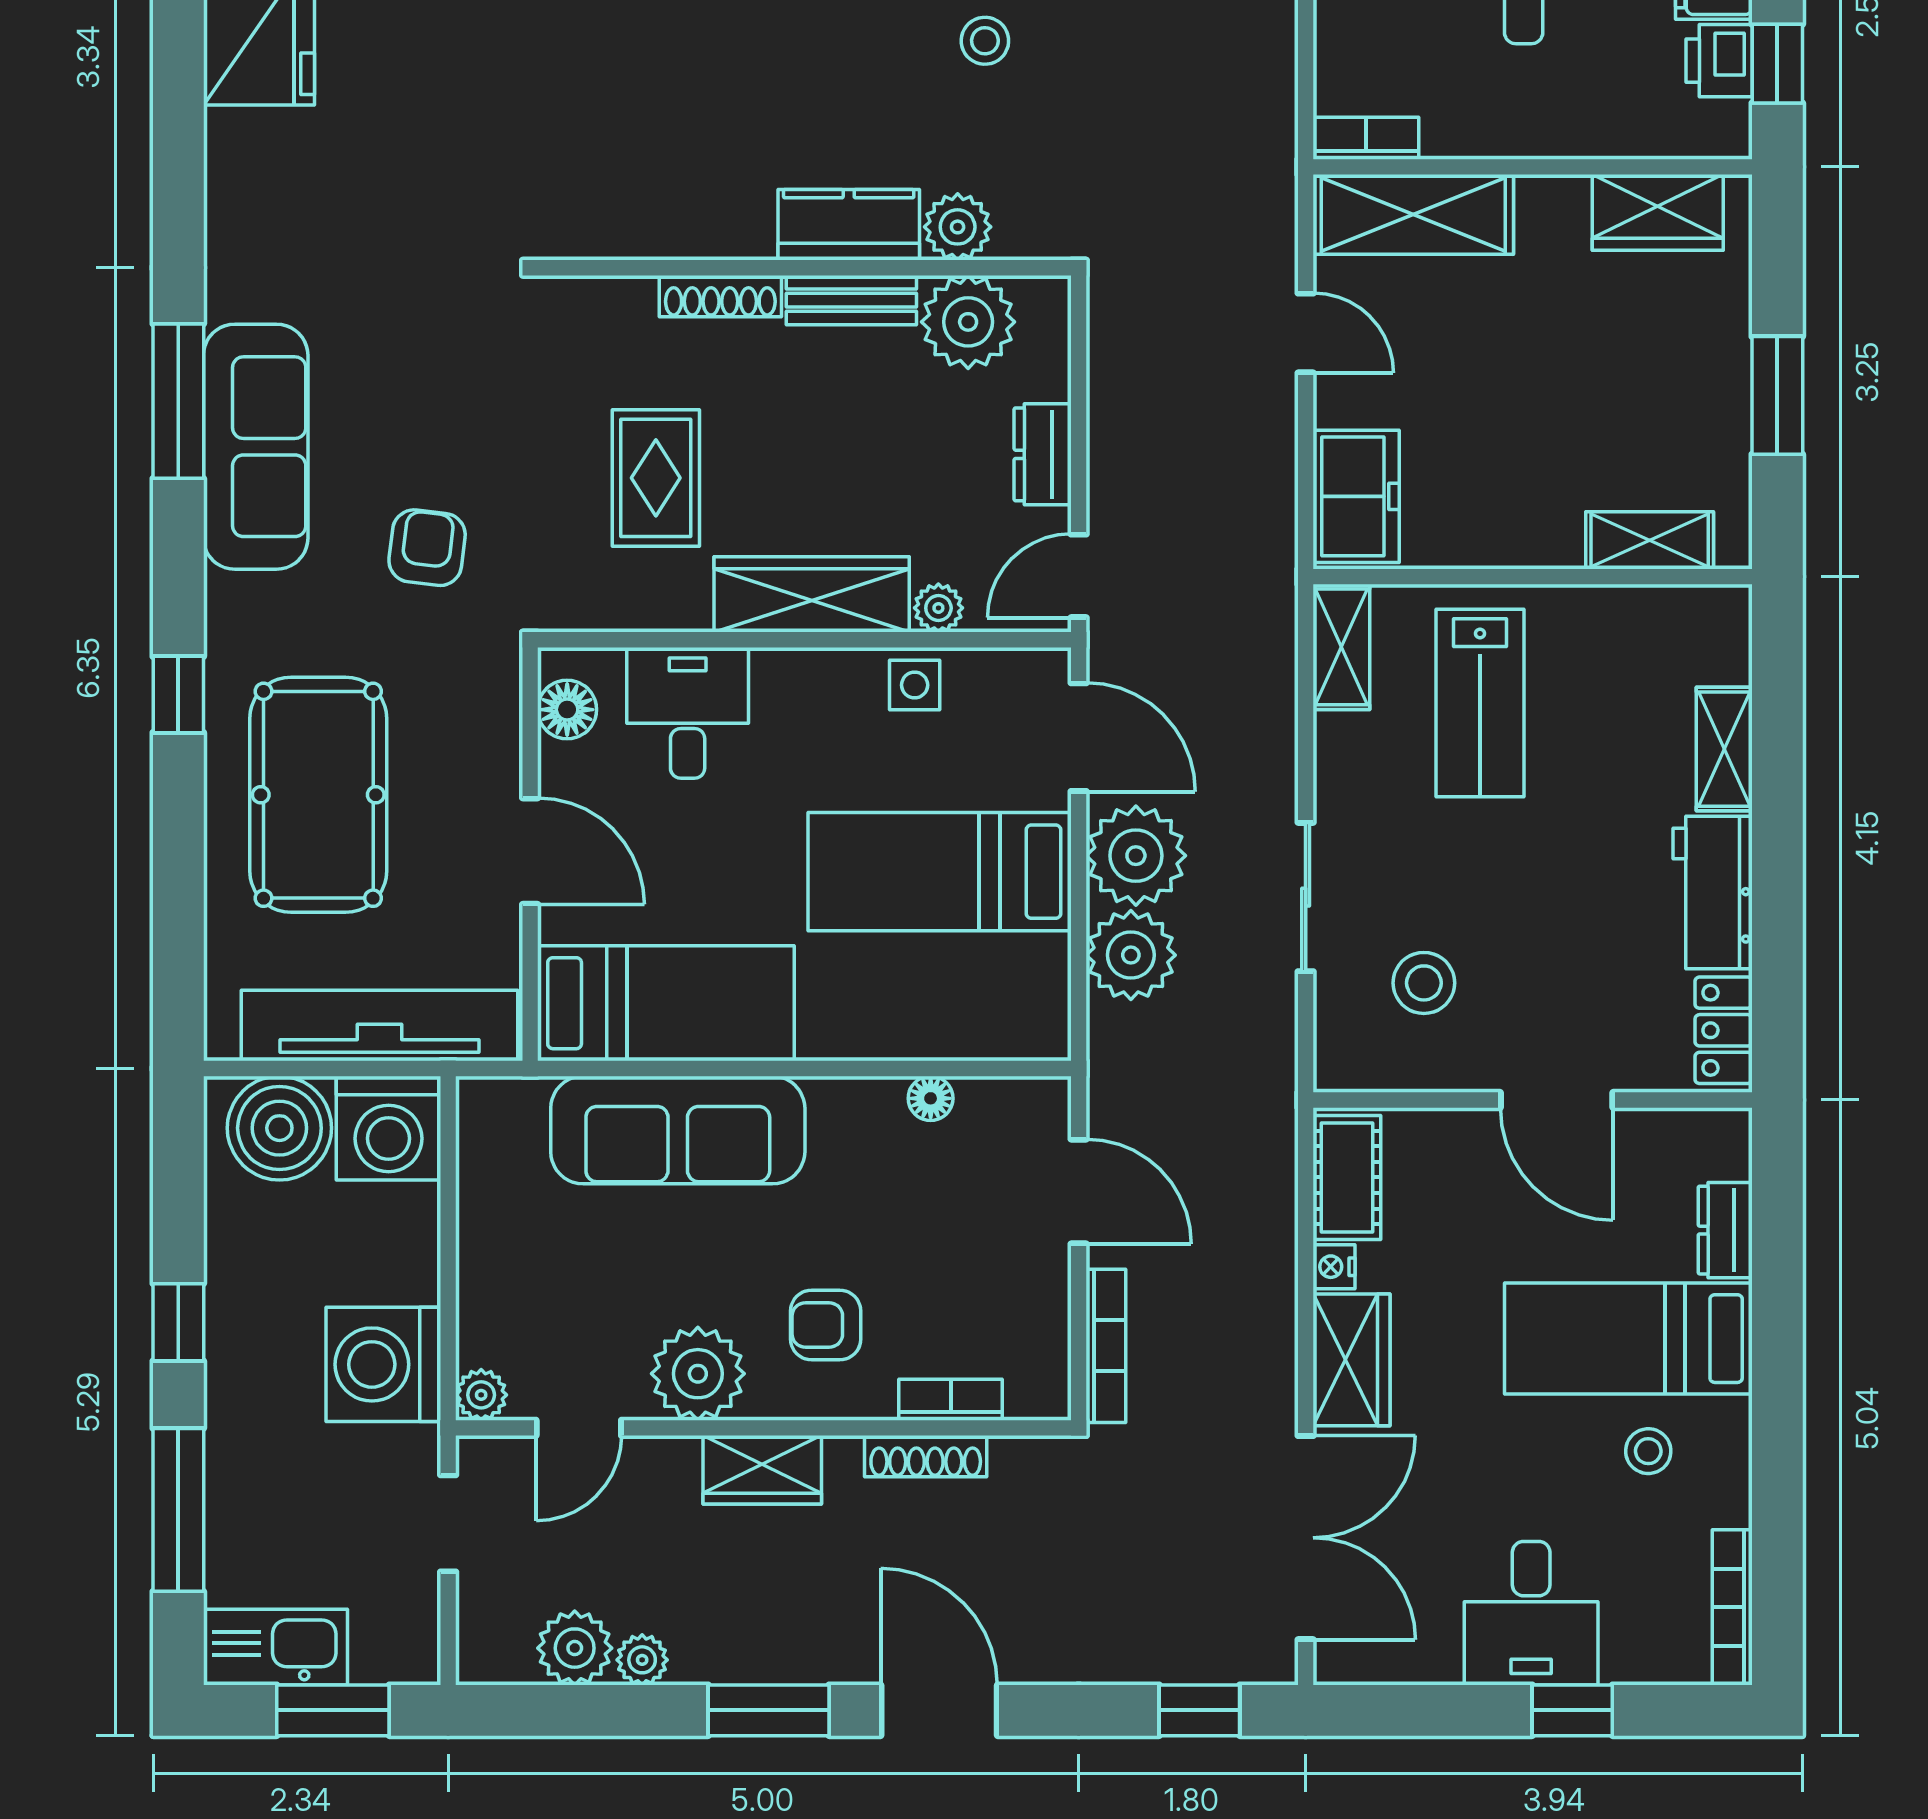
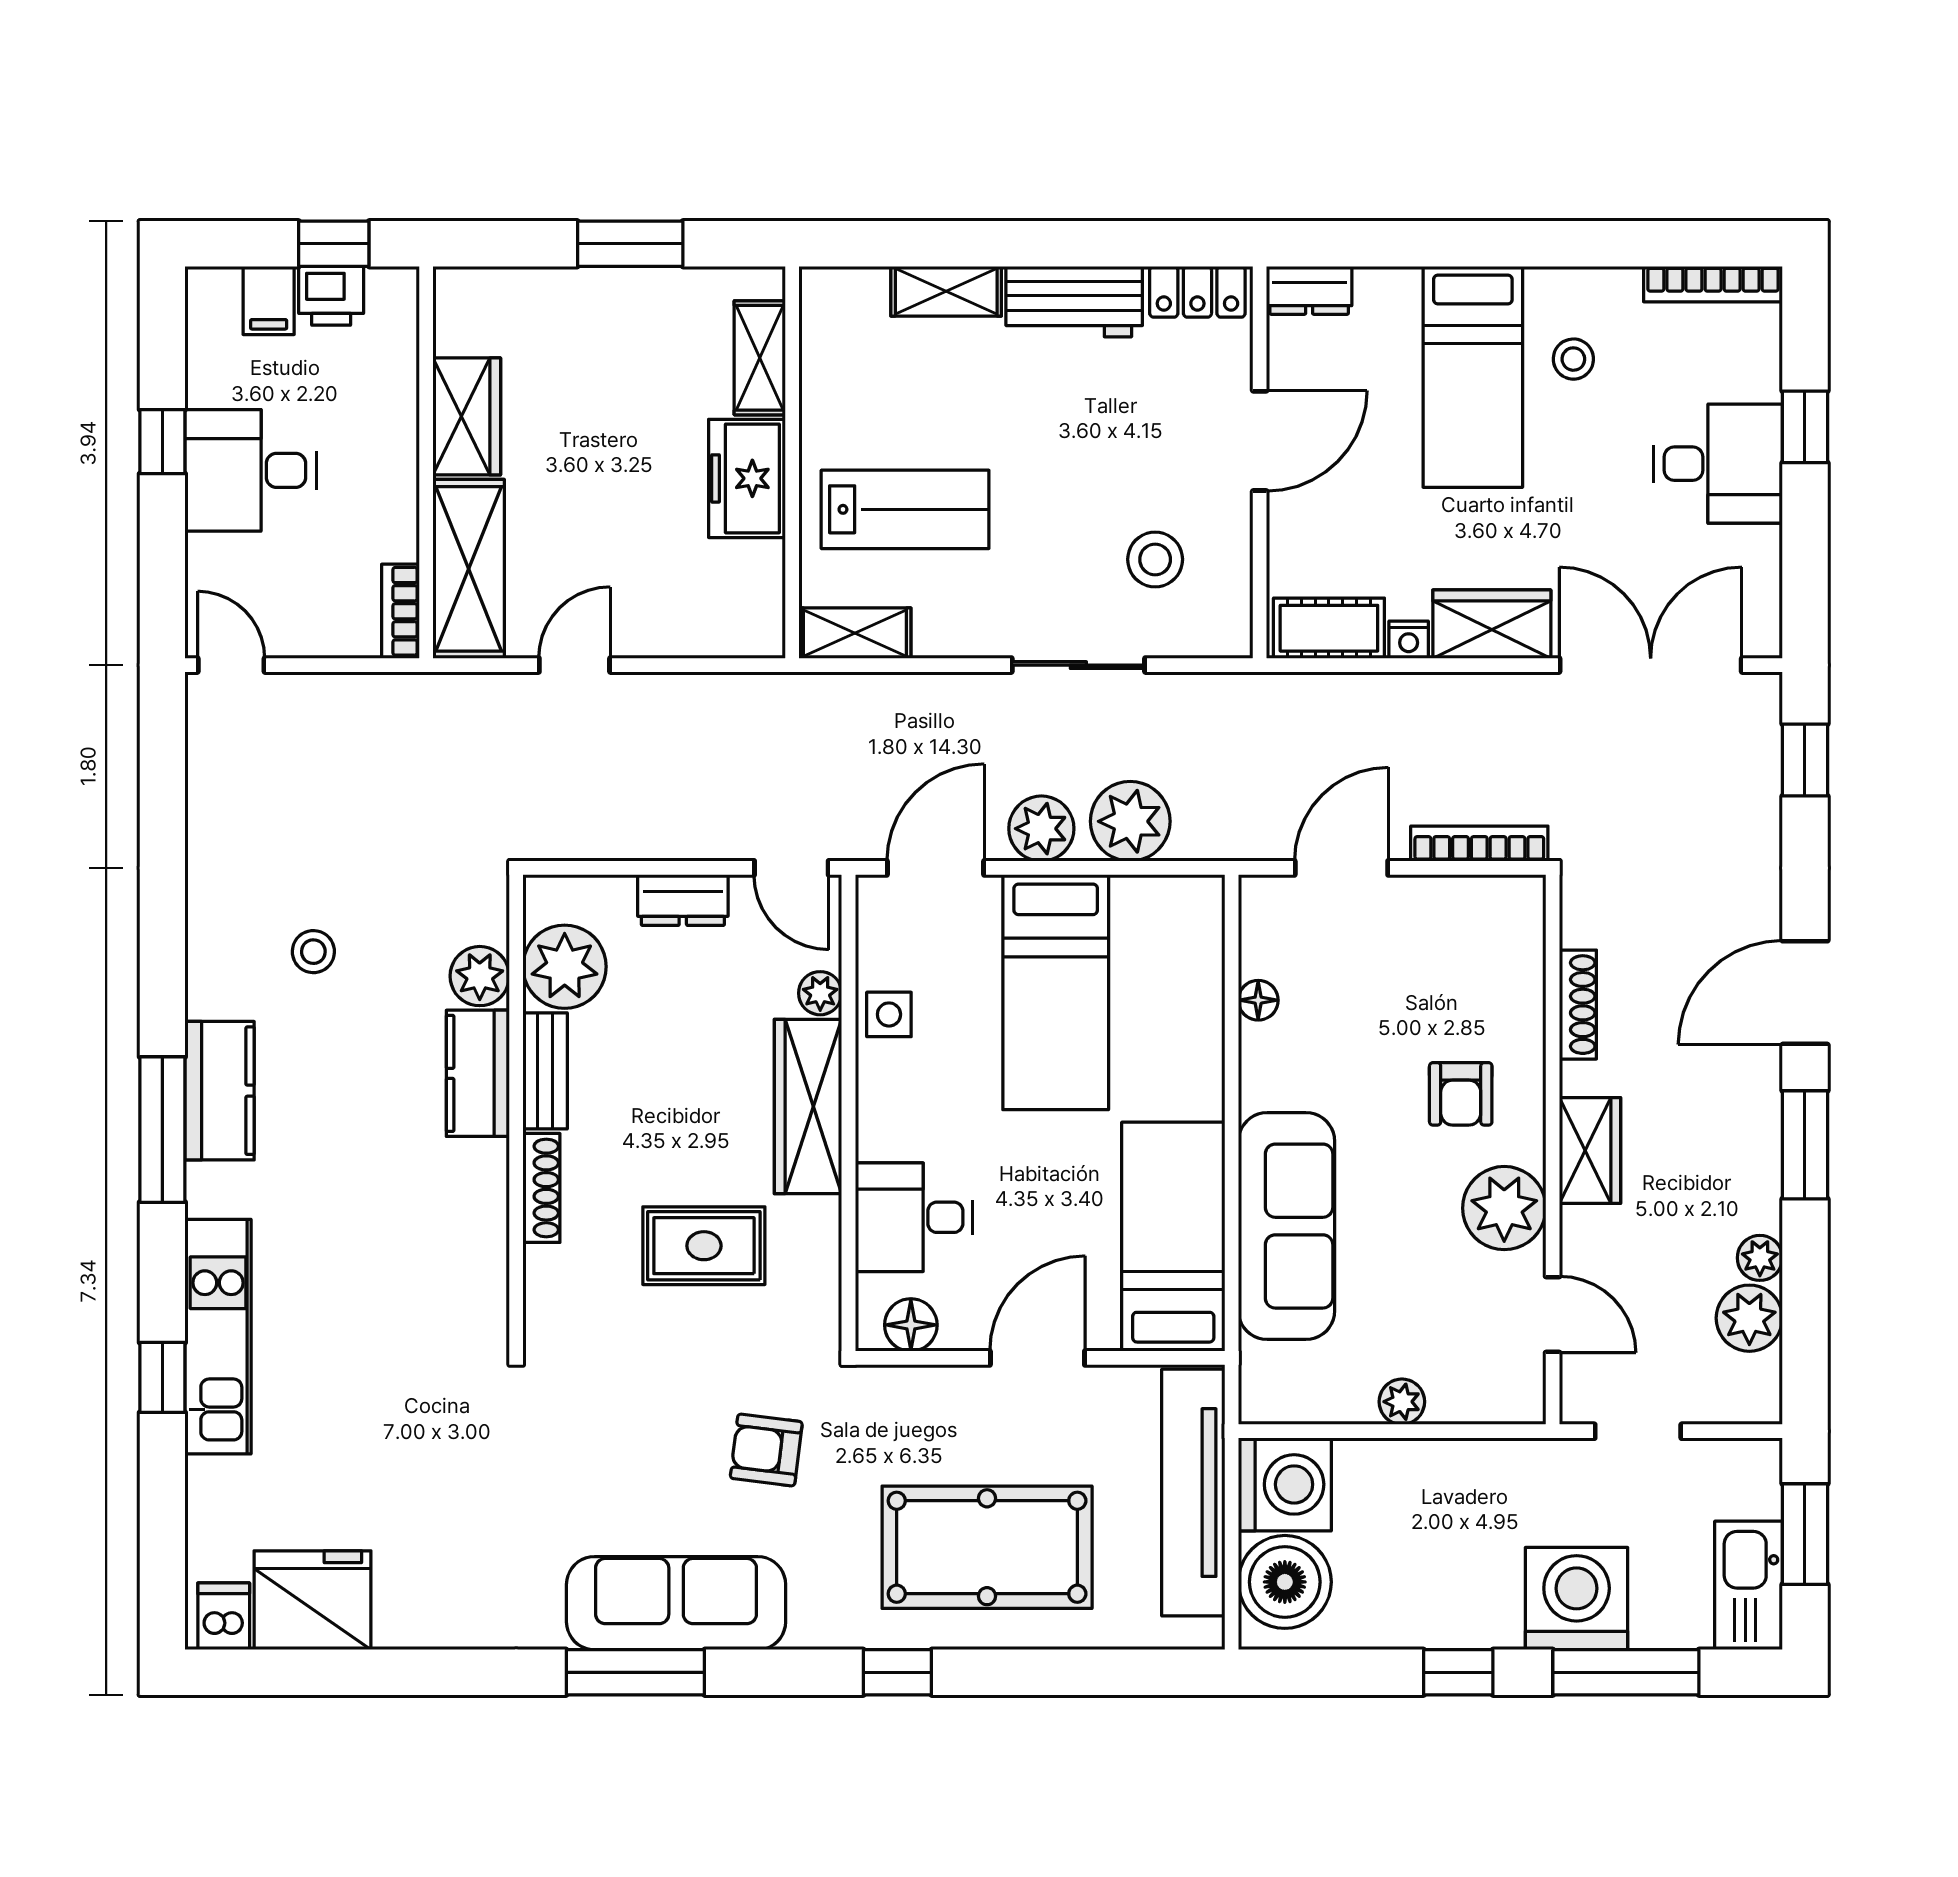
wardrobe: (1658, 212) -> (467, 416), moved
freezer: (1356, 496) -> (747, 478), moved, turned -90
plant: (1136, 856) -> (1041, 829), width x0.73, depth x0.73
dresser: (1725, 1230) -> (1309, 290), moved
washing machine: (383, 1364) -> (1577, 1599), moved, turned 180
plant: (481, 1395) -> (1402, 1402), moved
bookcase: (951, 1400) -> (1527, 982), removed

